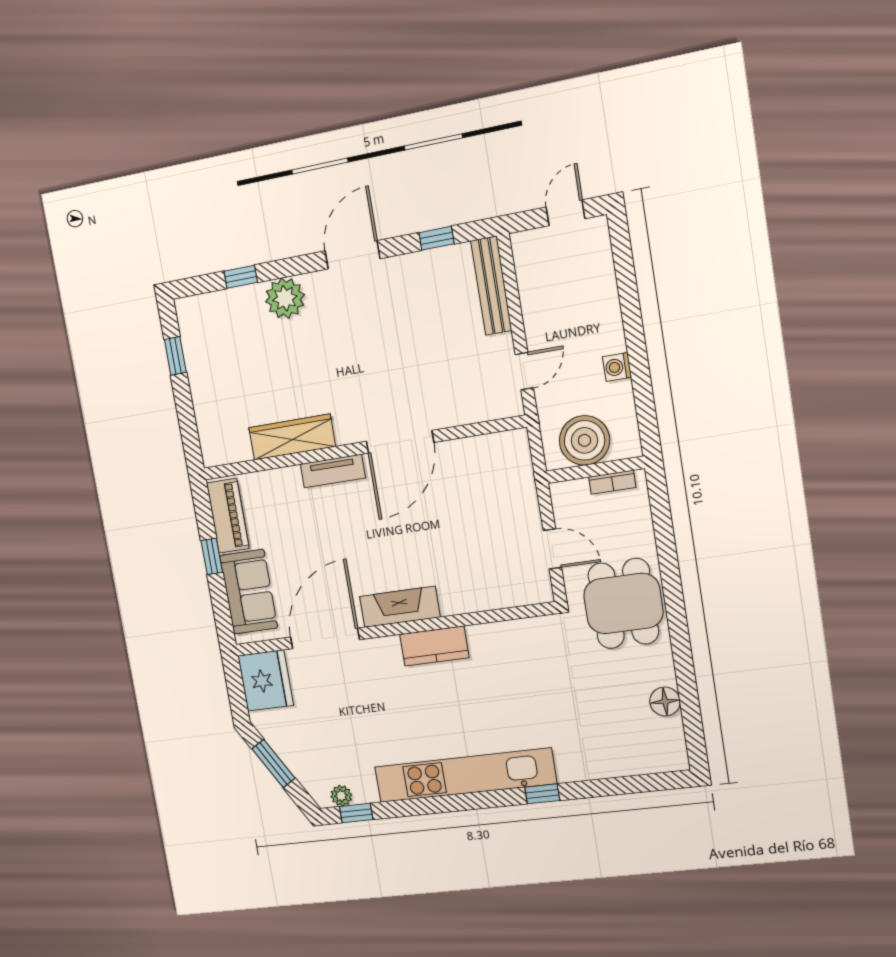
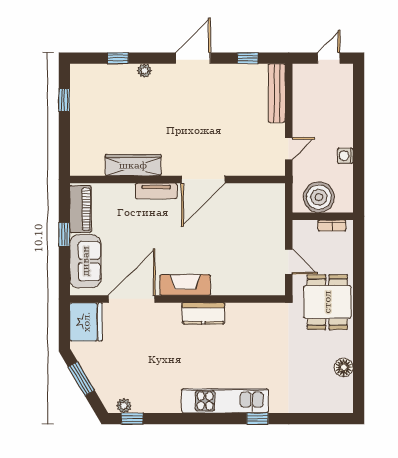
plant: (285, 298) -> (144, 71), width x0.53, depth x0.53
kitchen unit: (465, 775) -> (225, 401), width x0.73

